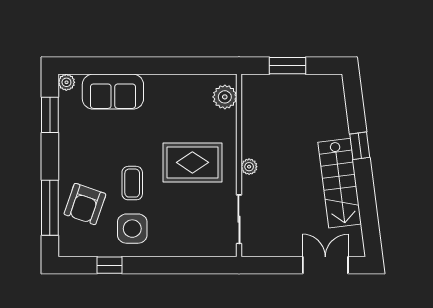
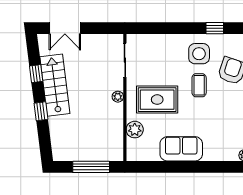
window: (288, 66) -> (91, 167), width x1.44
sofa: (113, 92) -> (181, 149), moved
plant: (225, 97) -> (135, 130), moved
window: (367, 200) -> (36, 74), added

